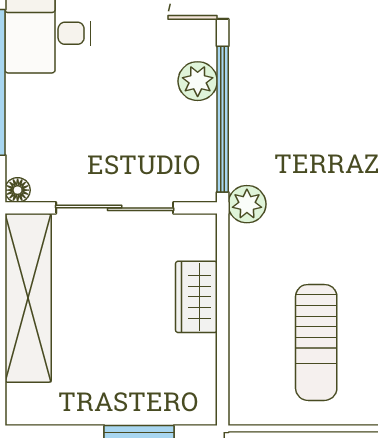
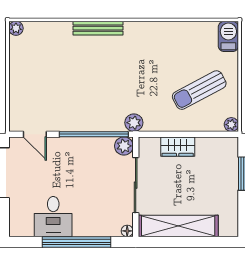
plant: (198, 81) -> (124, 146), moved
sun lounger: (316, 342) -> (199, 90), turned 152
plant: (243, 411) -> (231, 125), added

